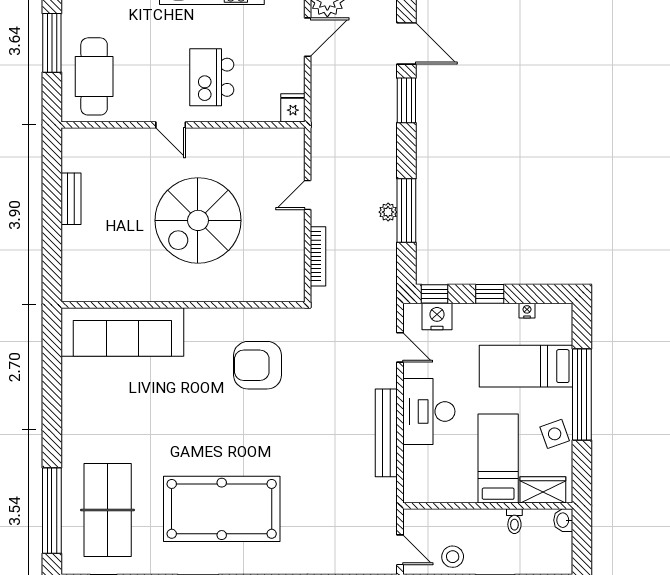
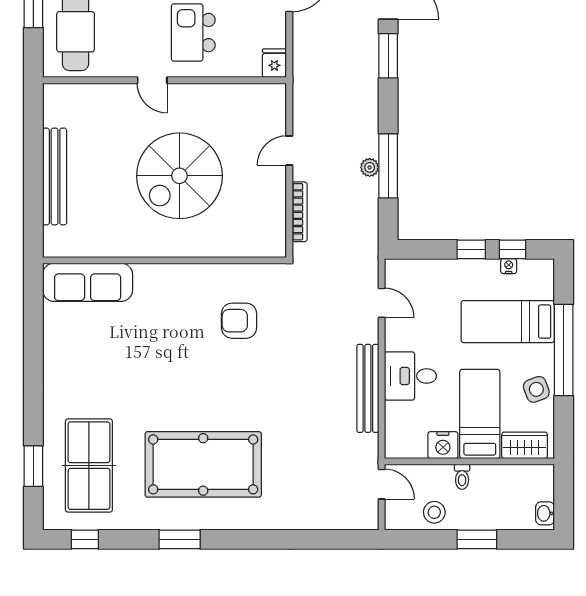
bench: (71, 199) -> (55, 176), width x1.86, depth x1.21
window: (435, 294) -> (512, 249), moved
nightstand: (437, 317) -> (443, 445), moved, turned 180
sofa: (122, 332) -> (88, 282), width x0.74, depth x0.79
armchair: (258, 365) -> (239, 321), width x0.73, depth x0.73
desk: (429, 411) -> (410, 376), width x0.73
window: (52, 511) -> (33, 466), width x0.47
washbasin: (563, 520) -> (545, 513), moved
toilet: (514, 521) -> (462, 477), moved
door: (400, 550) -> (382, 484), moved

